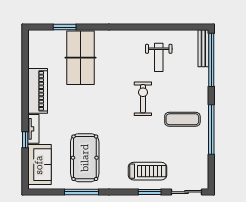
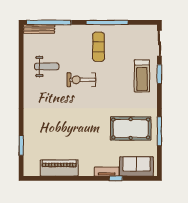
table tennis table: (80, 58) -> (47, 132), removed
piano: (38, 91) -> (59, 168), moved
treadmill: (147, 171) -> (142, 76), turned 180

